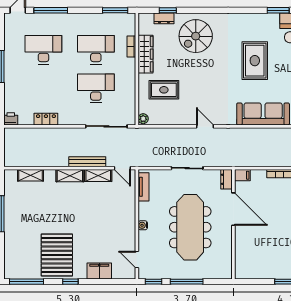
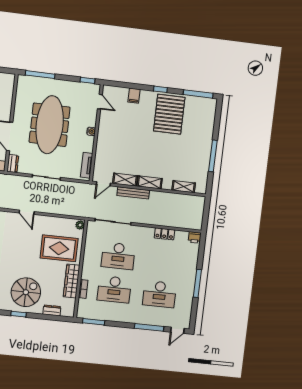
window: (168, 10) -> (19, 314), moved
rug: (164, 90) -> (59, 248), width x1.36, depth x1.43
door: (122, 168) -> (103, 184), swing flipped
filing cabinet: (99, 271) -> (134, 96), width x0.50
window: (187, 282) -> (40, 75), moved

